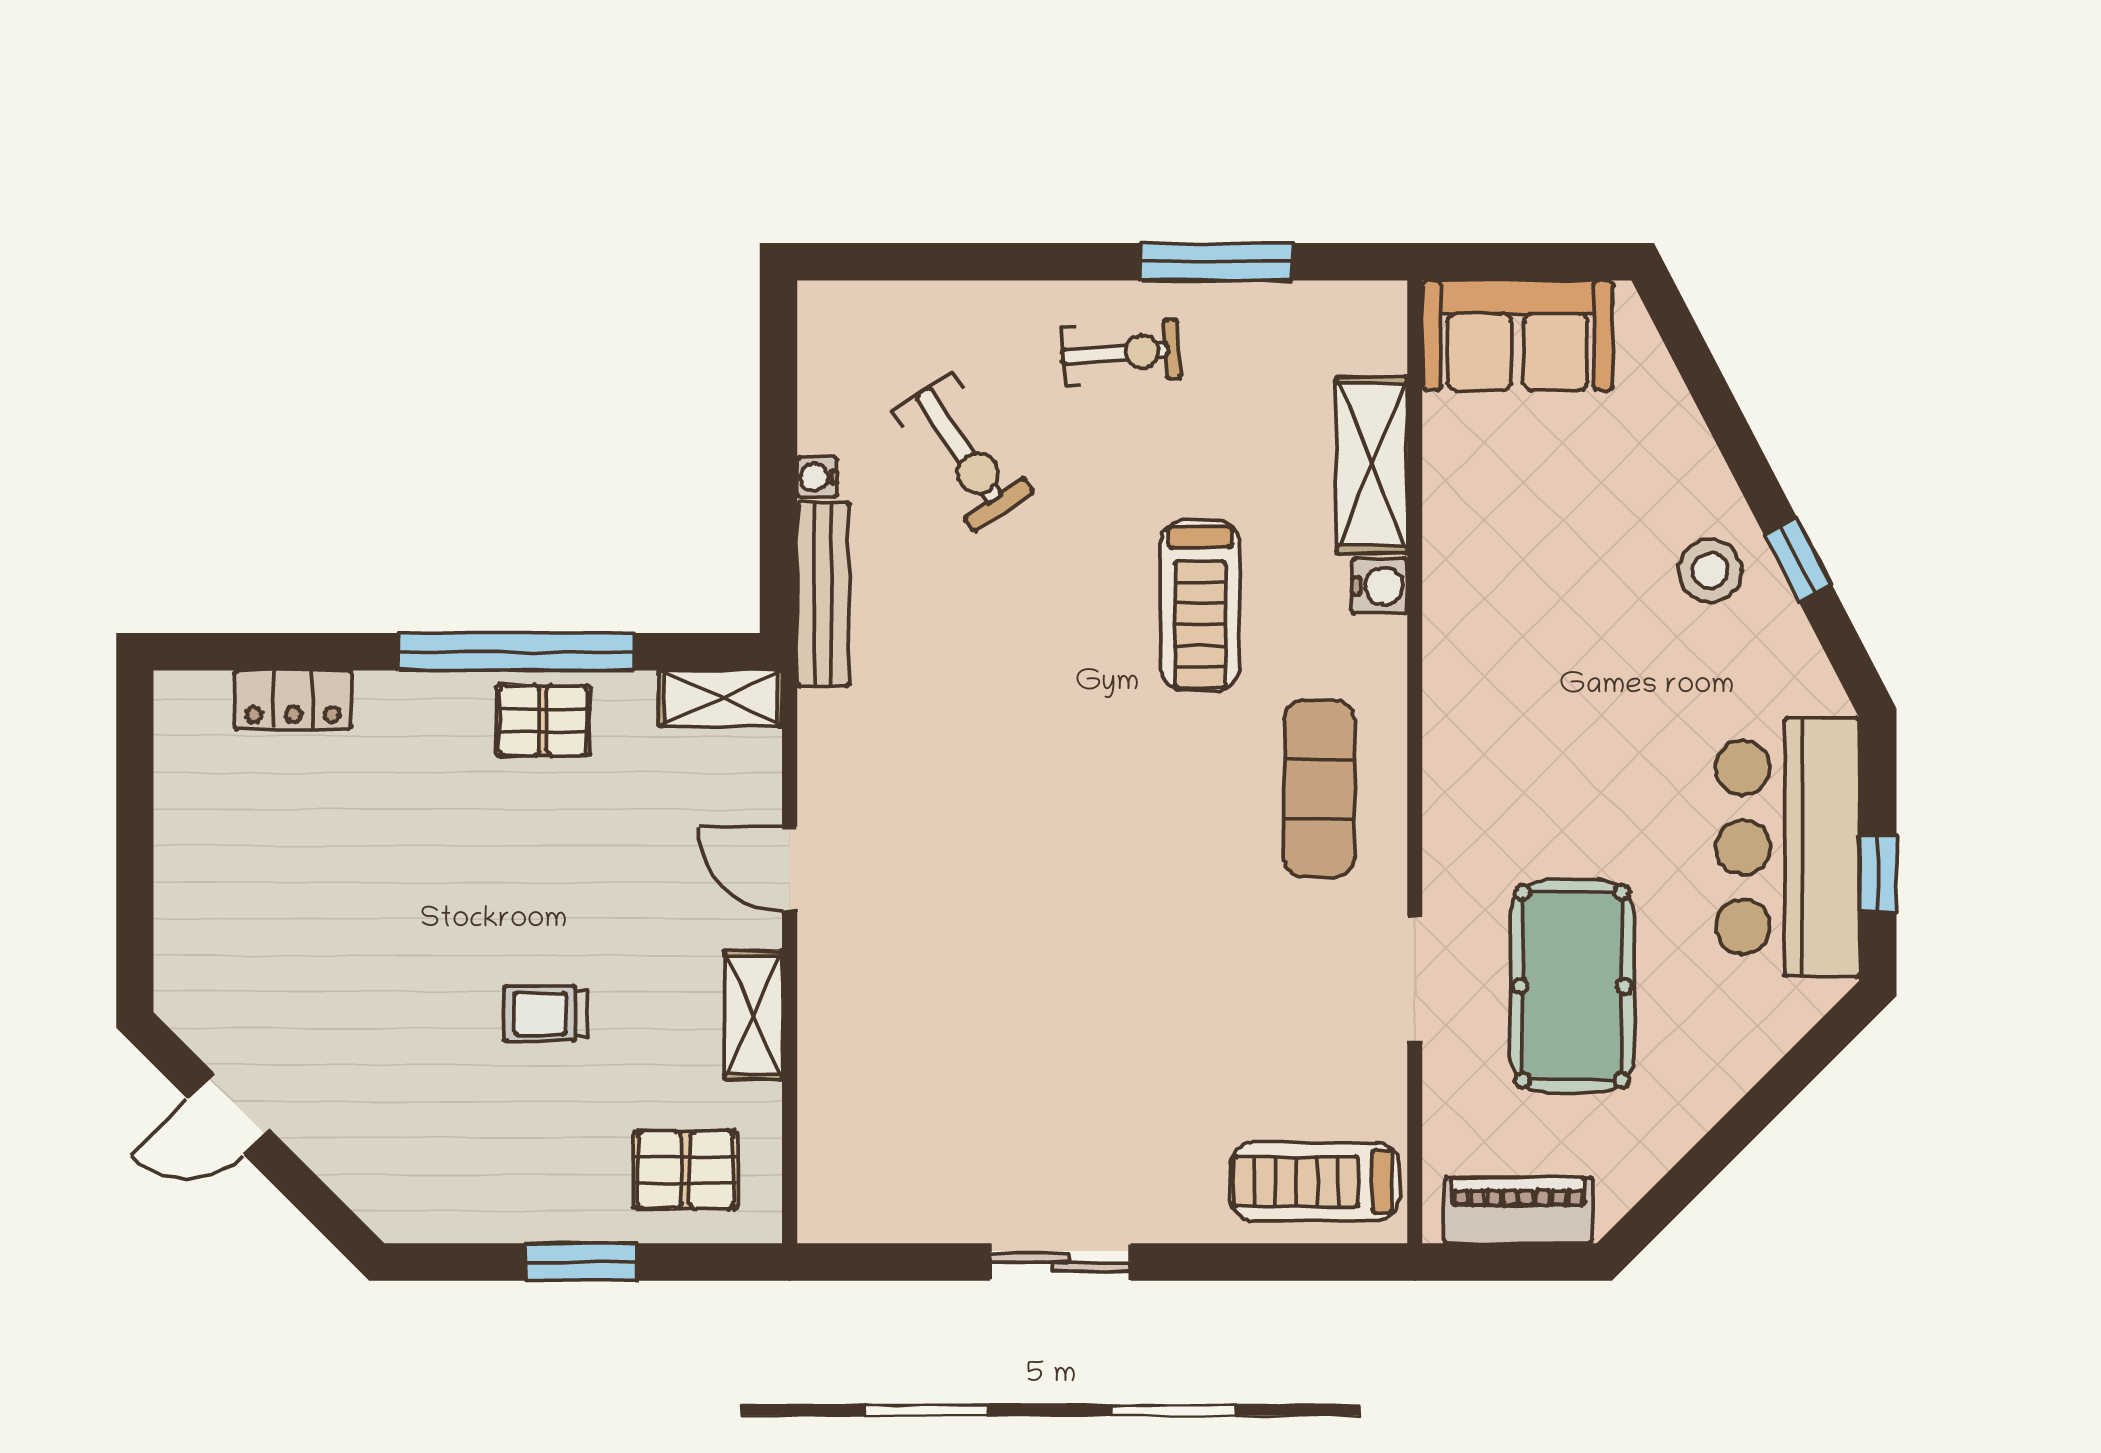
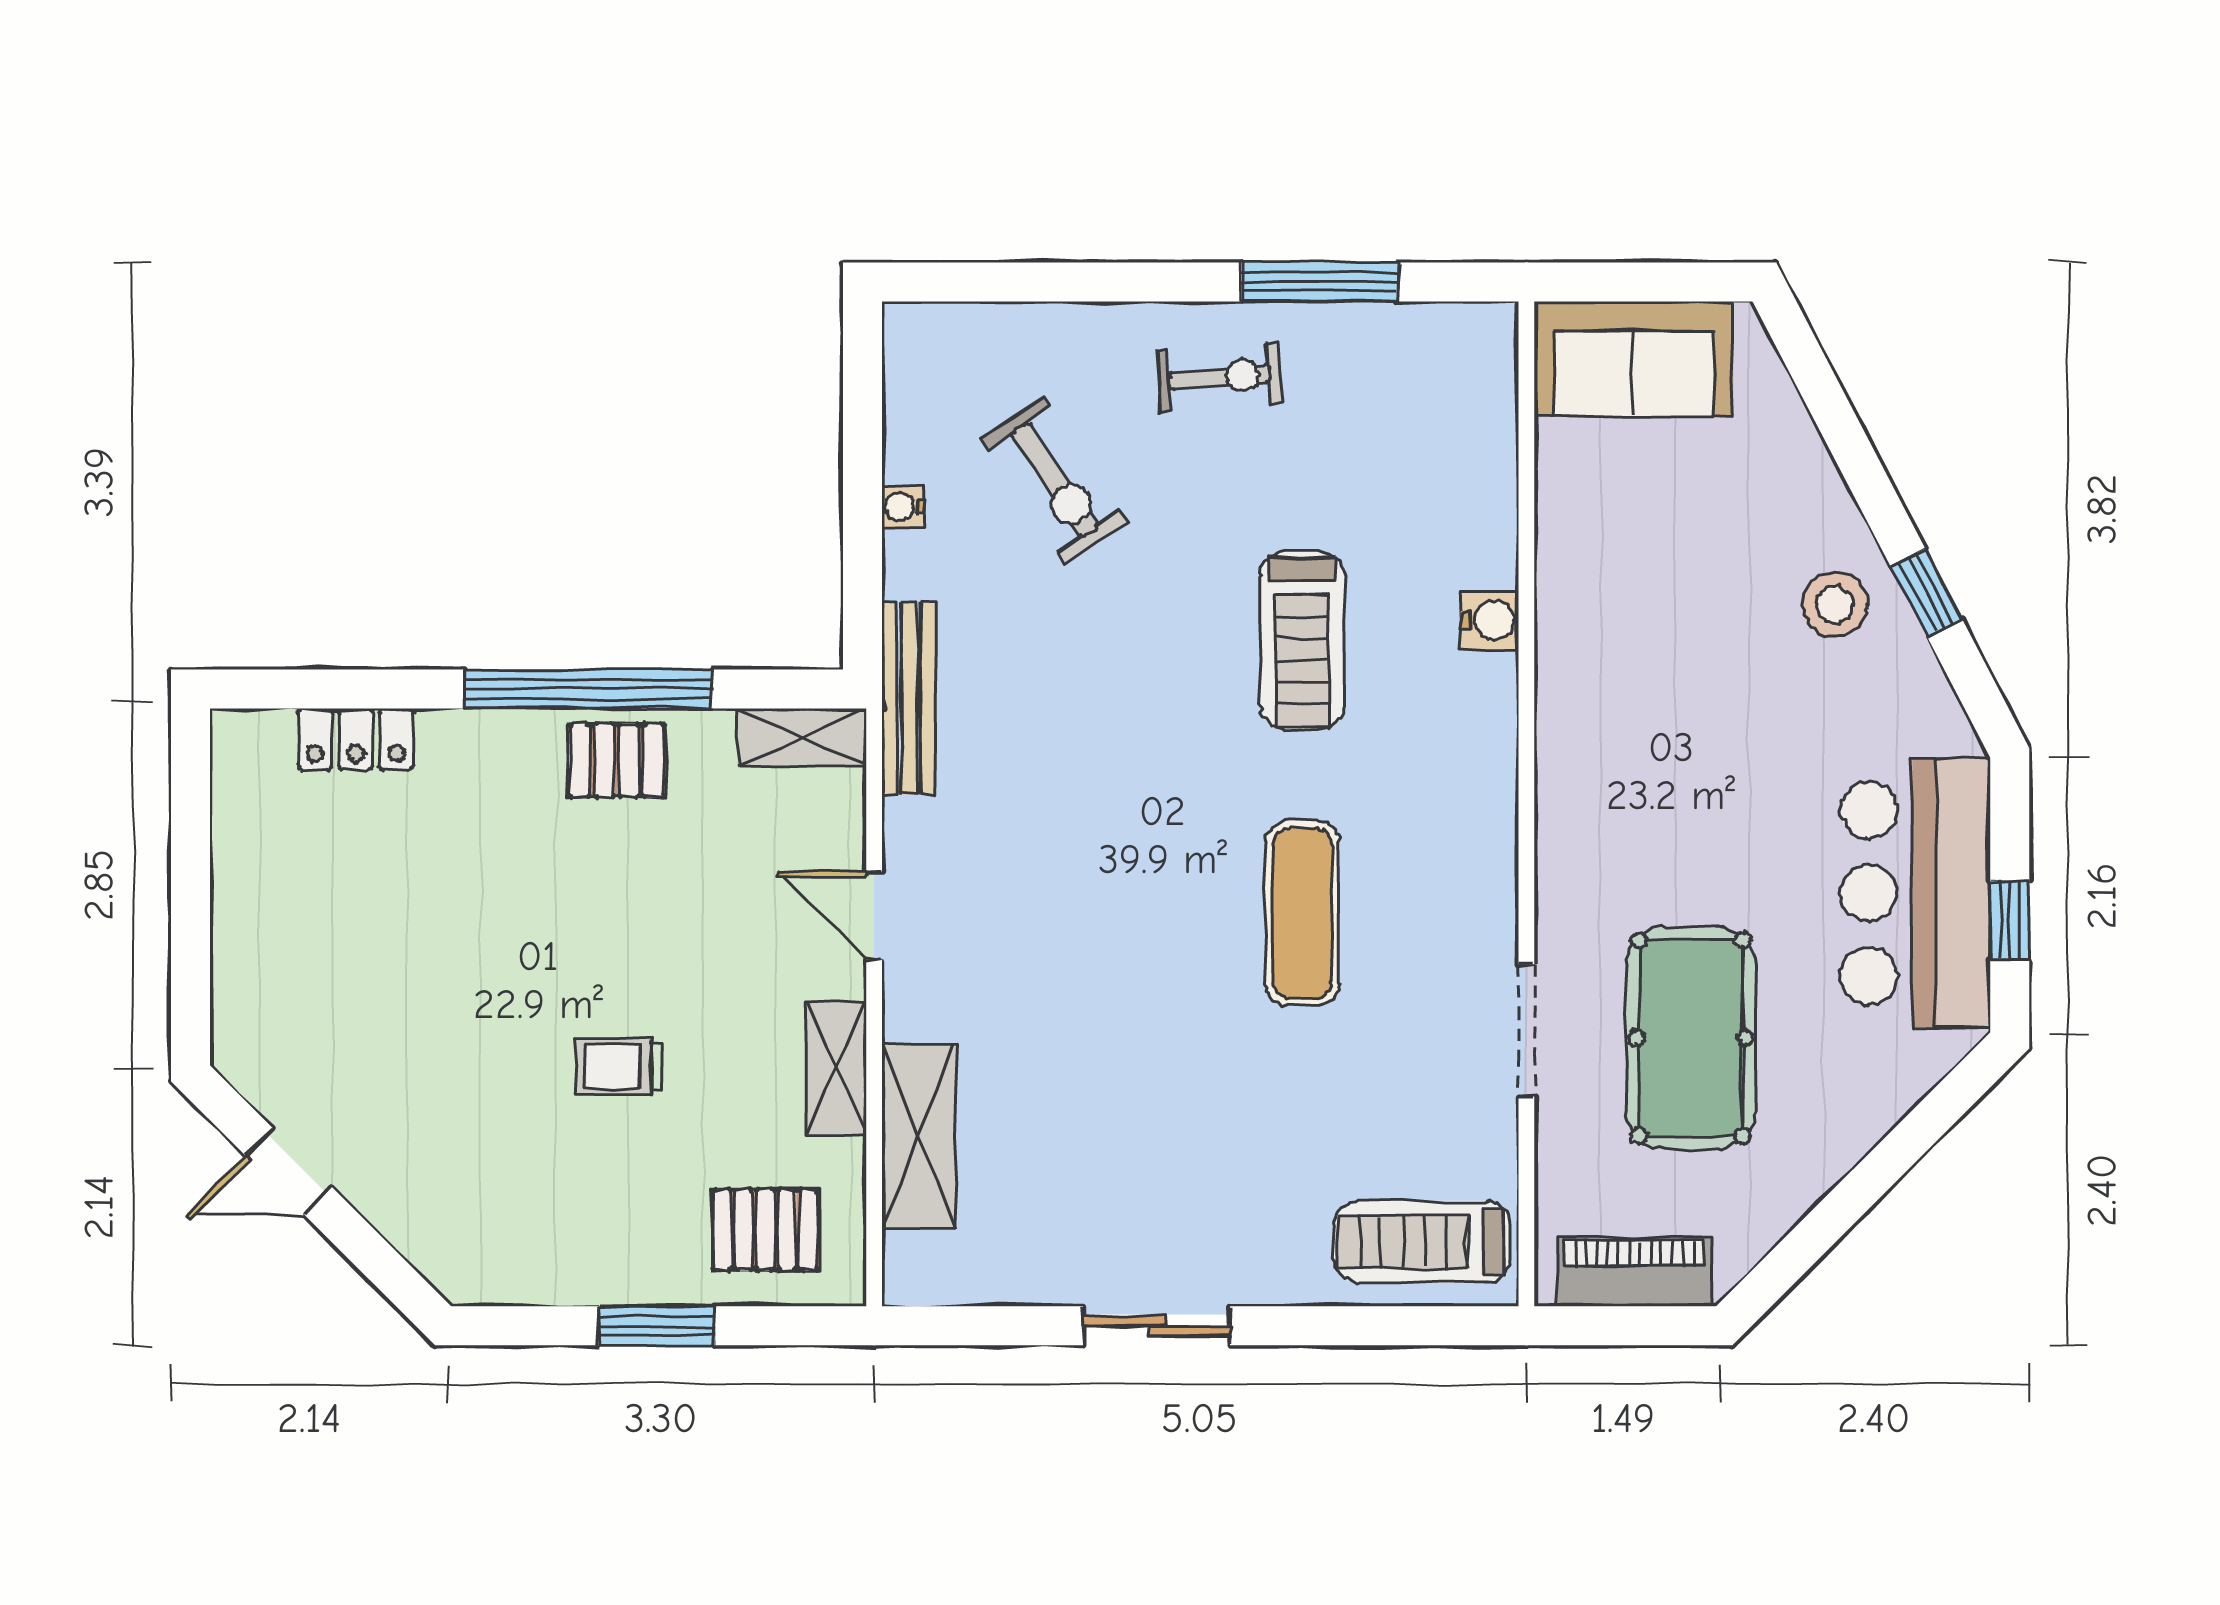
shelving: (1372, 465) -> (919, 1137), moved
bench: (823, 594) -> (909, 698), moved
exercise mat: (1319, 789) -> (1302, 913), moved

